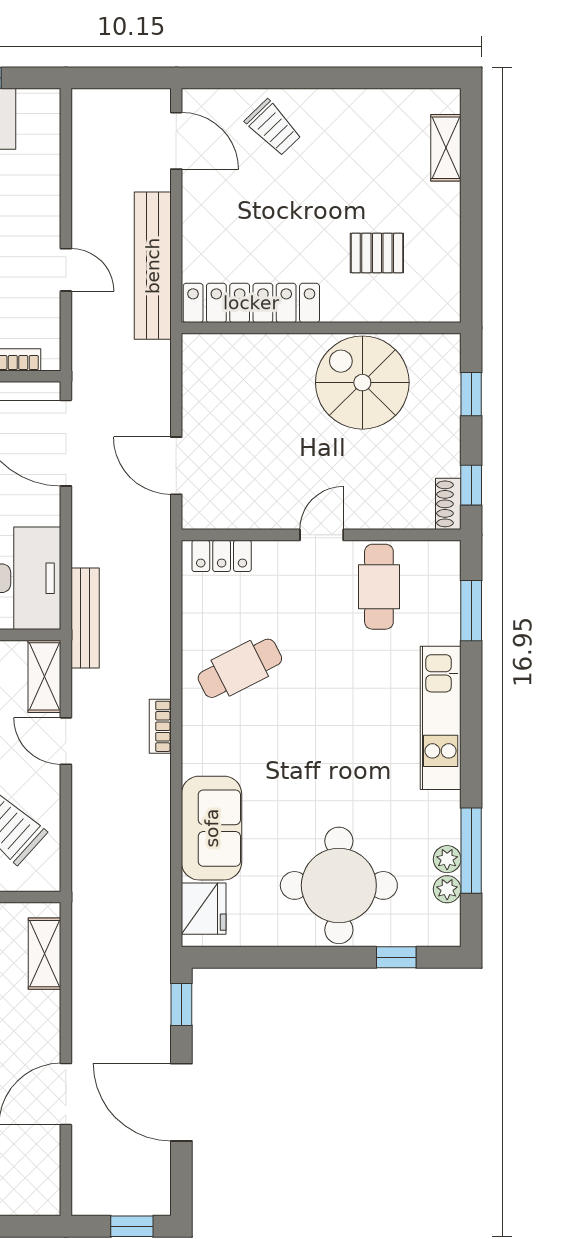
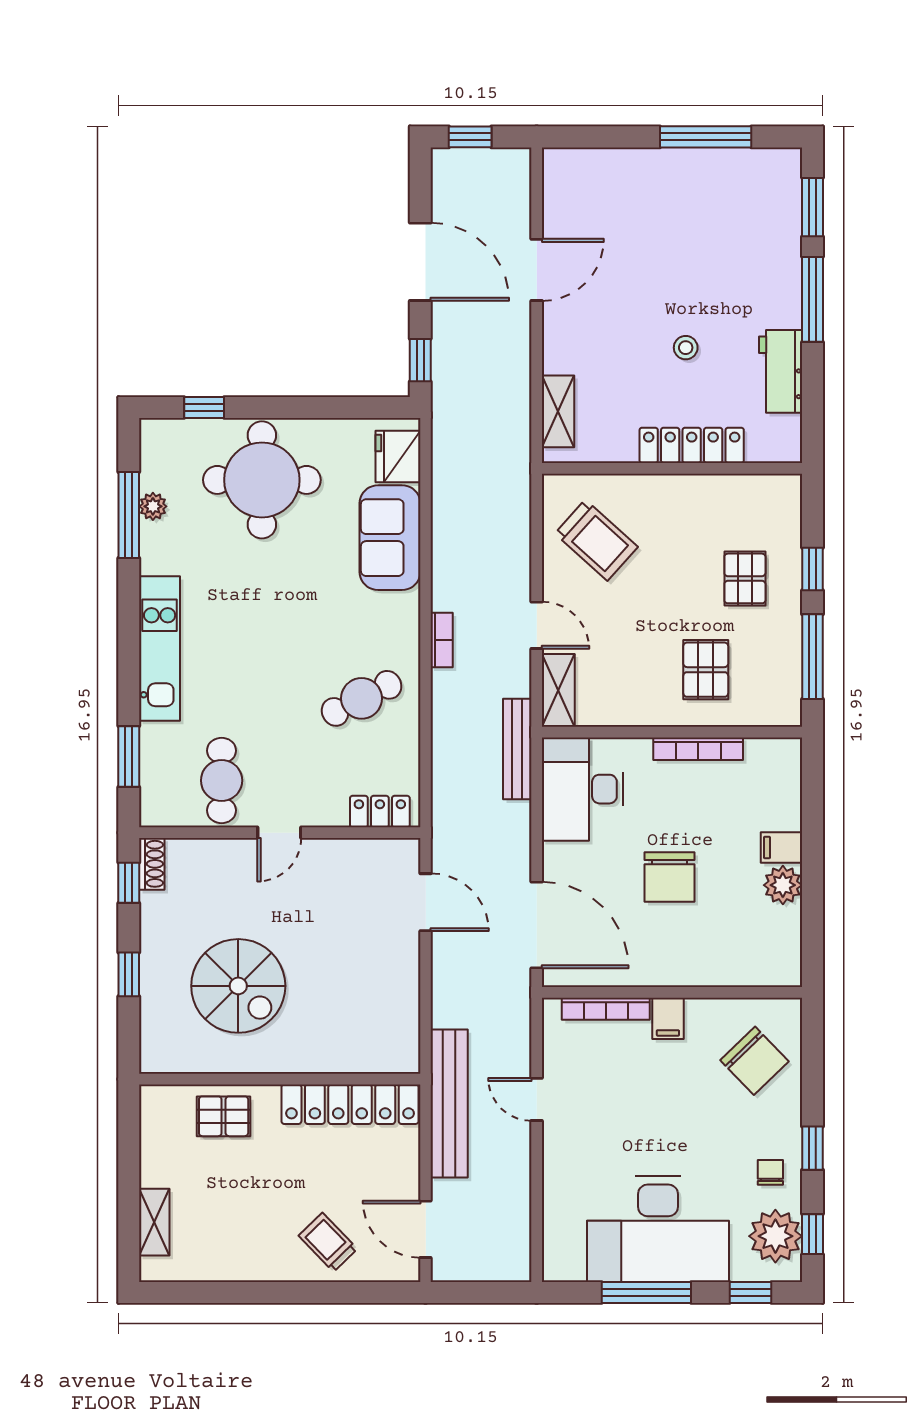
locker: (251, 303) -> (350, 1104), moved
wall: (321, 328) -> (280, 1079), moved
plant: (447, 889) -> (153, 476), removed

